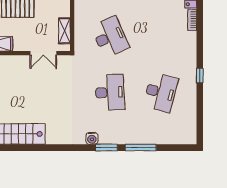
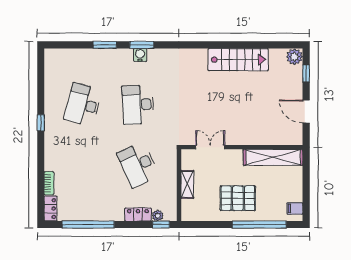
shelving: (64, 31) -> (187, 184), moved
water cooler: (92, 138) -> (140, 55), moved
window: (141, 148) -> (105, 45), width x0.69

